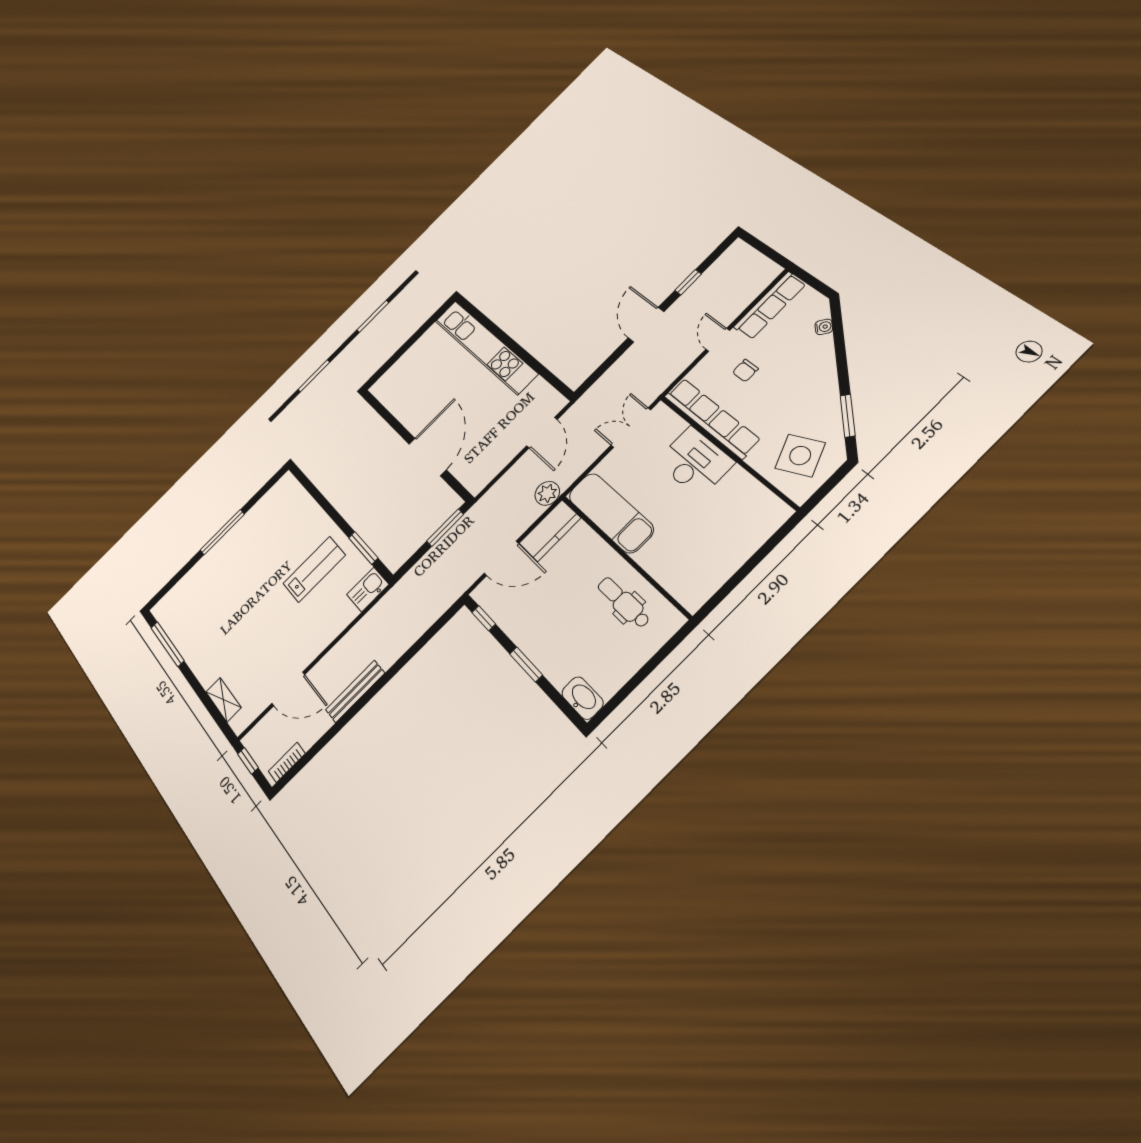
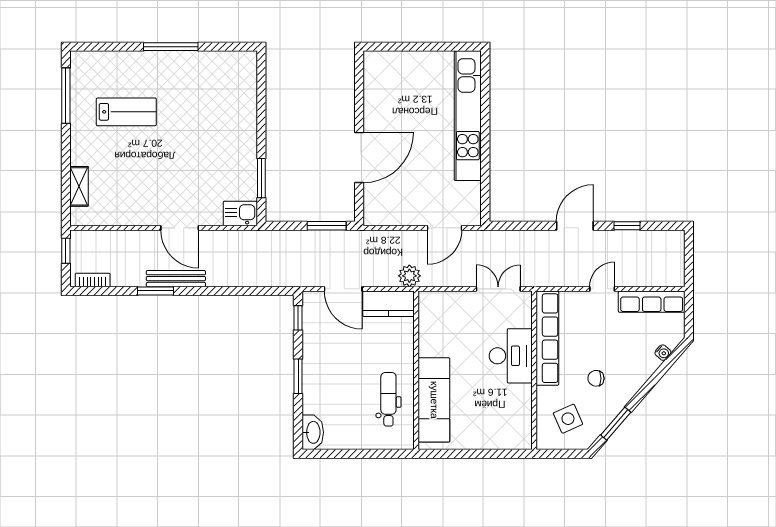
chair: (745, 371) -> (596, 378), moved
side table: (800, 456) -> (568, 419), width x0.73, depth x0.73
exam couch: (611, 513) -> (434, 400), moved
lab bench: (314, 569) -> (126, 112), moved
door: (288, 689) -> (180, 228), moved
window: (346, 718) -> (156, 291), added

